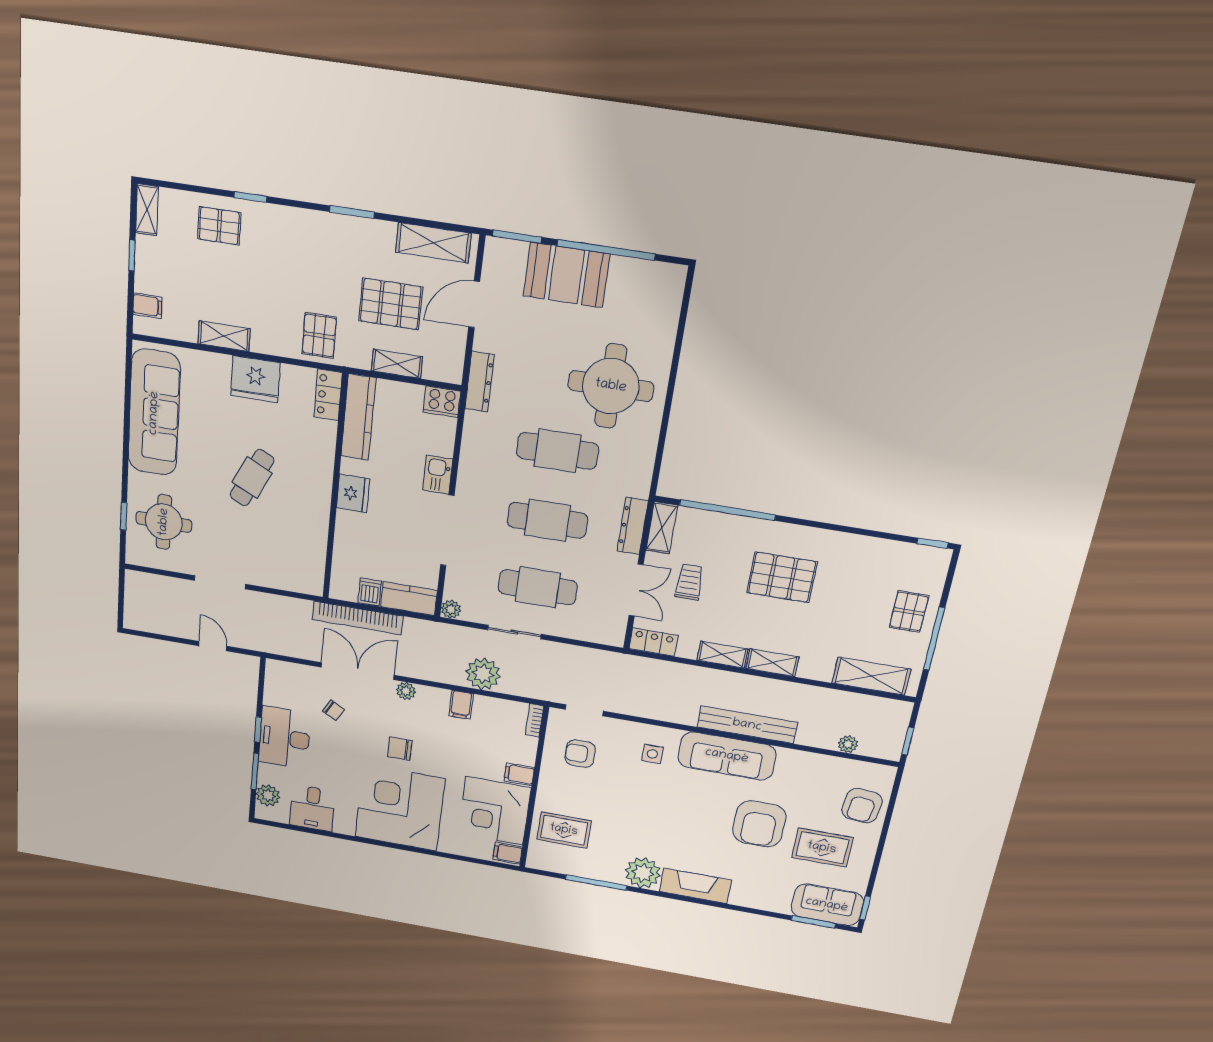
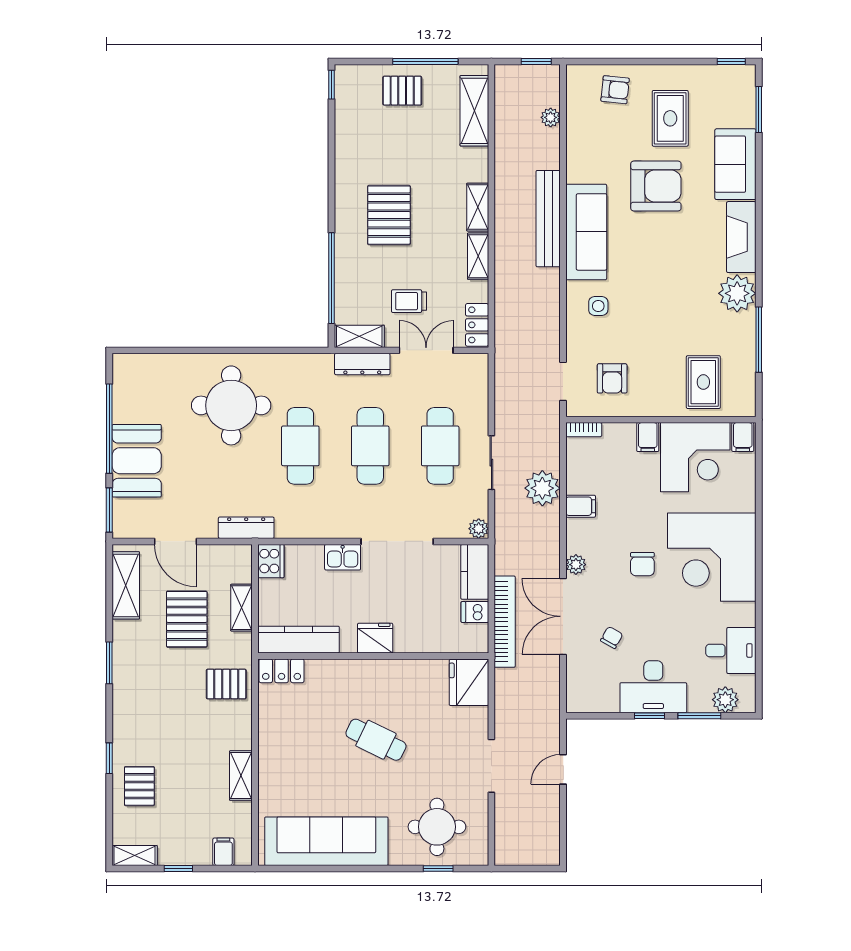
fridge: (255, 379) -> (469, 682), moved, turned 180
armchair: (862, 806) -> (615, 90), width x0.72, depth x0.72
sofa: (827, 905) -> (735, 164), moved

